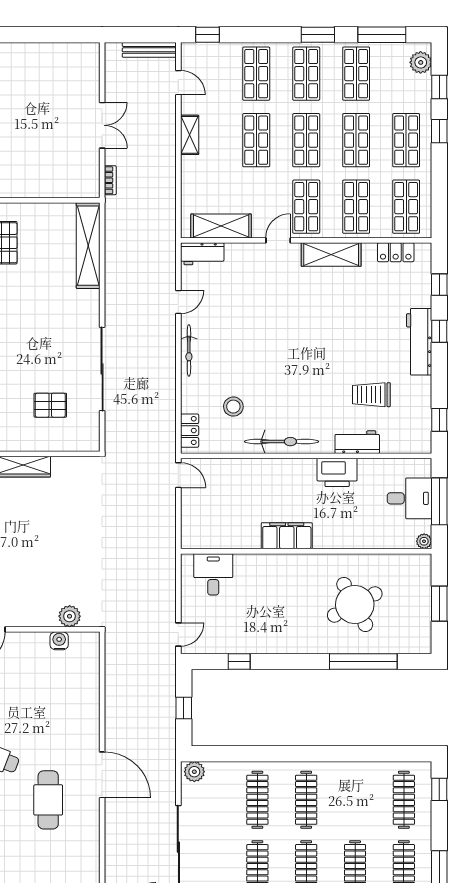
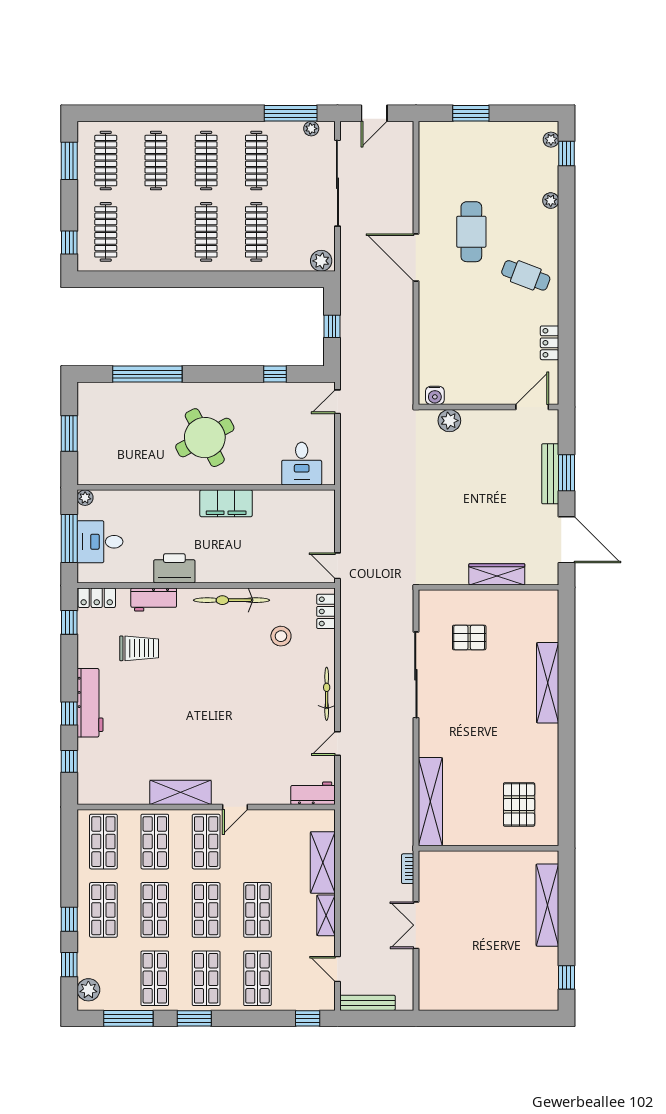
shelving: (221, 226) -> (323, 862), moved, turned 90
locker: (396, 252) -> (97, 598), moved, turned 180
round table: (355, 605) -> (205, 438), moved
water cooler: (59, 641) -> (435, 395), moved

